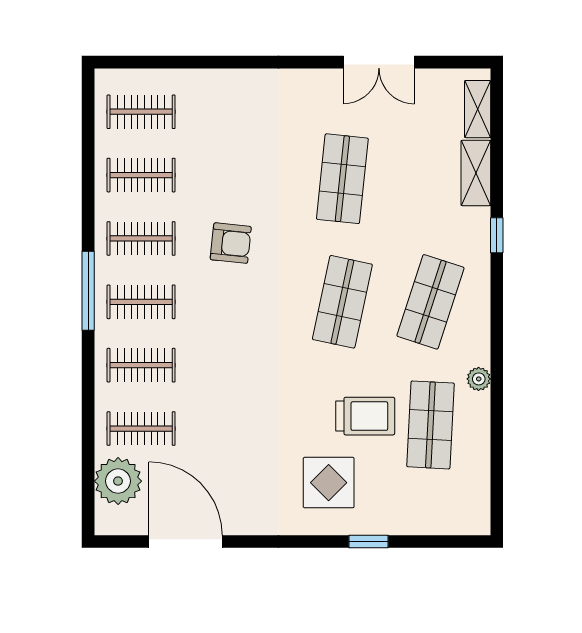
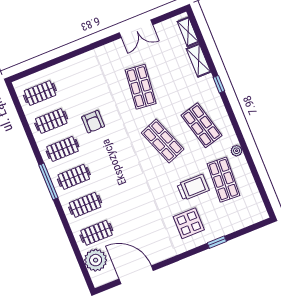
armchair: (231, 243) -> (93, 122), moved, turned 84
shop shelf: (342, 302) -> (163, 141), turned -33
shop shelf: (430, 302) -> (201, 125), turned -33

